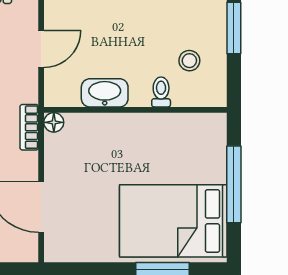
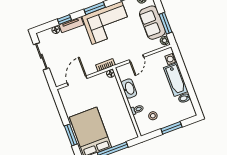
door: (41, 49) -> (137, 58), hinge flipped

